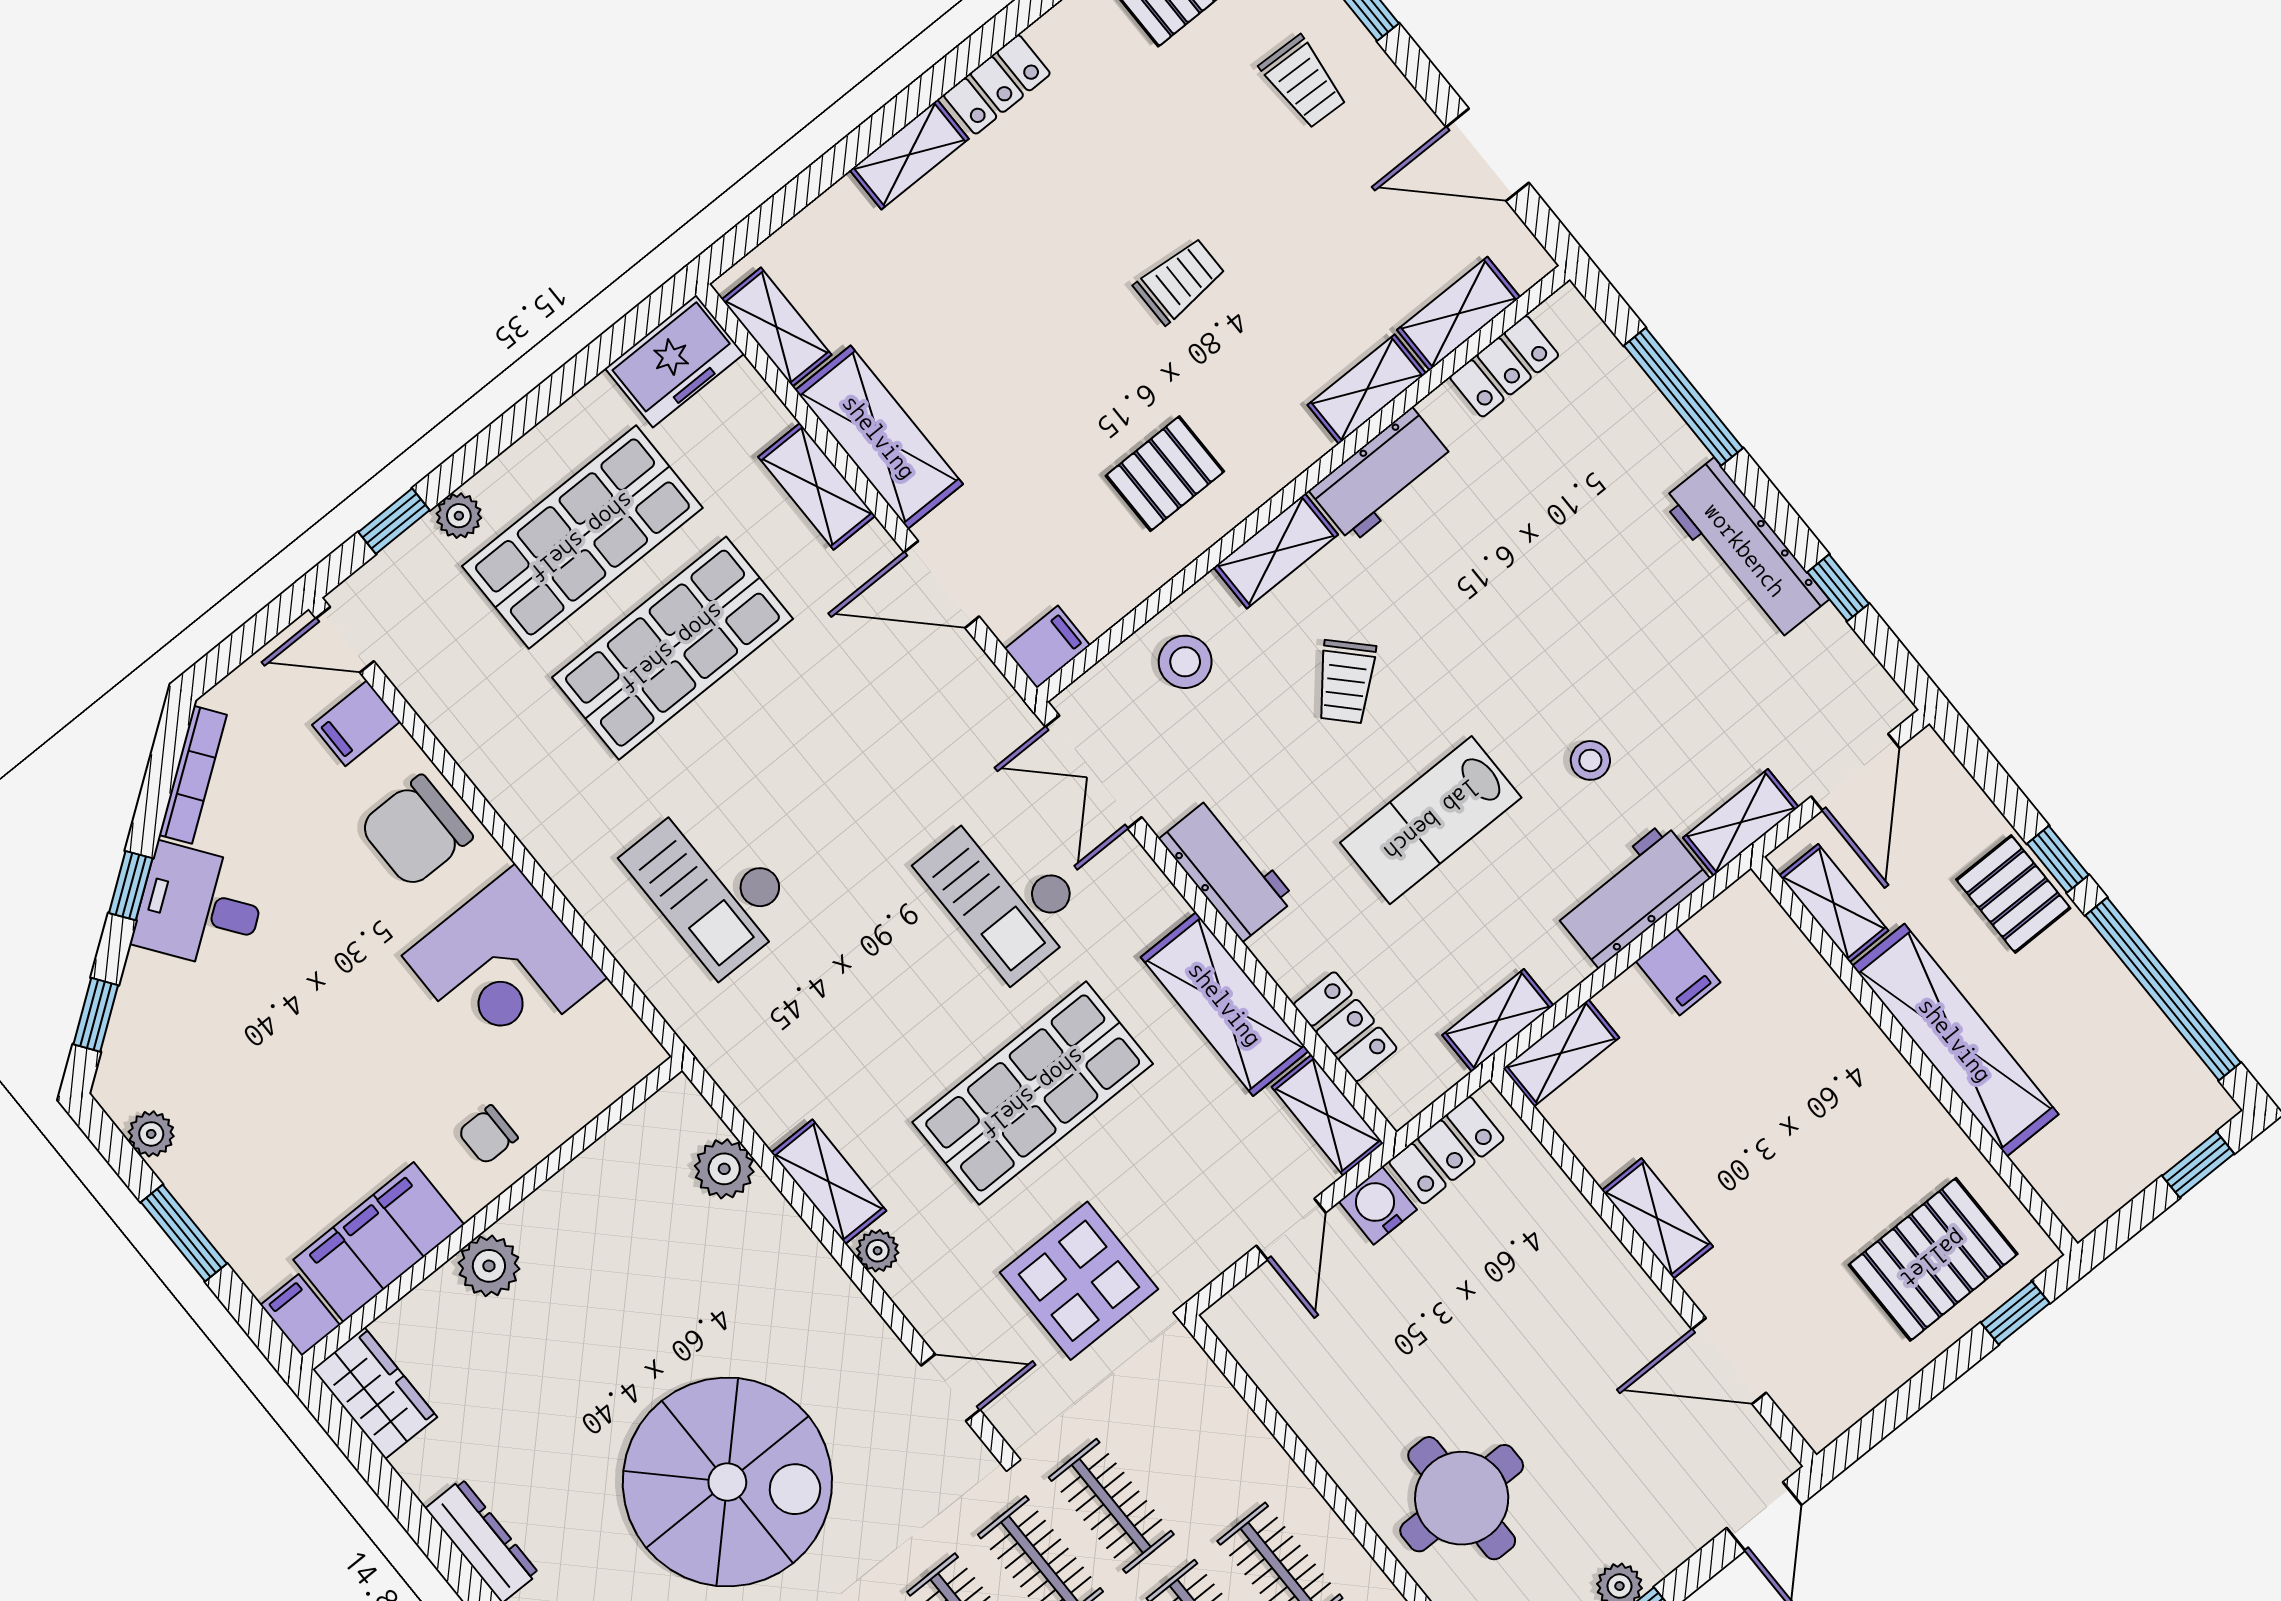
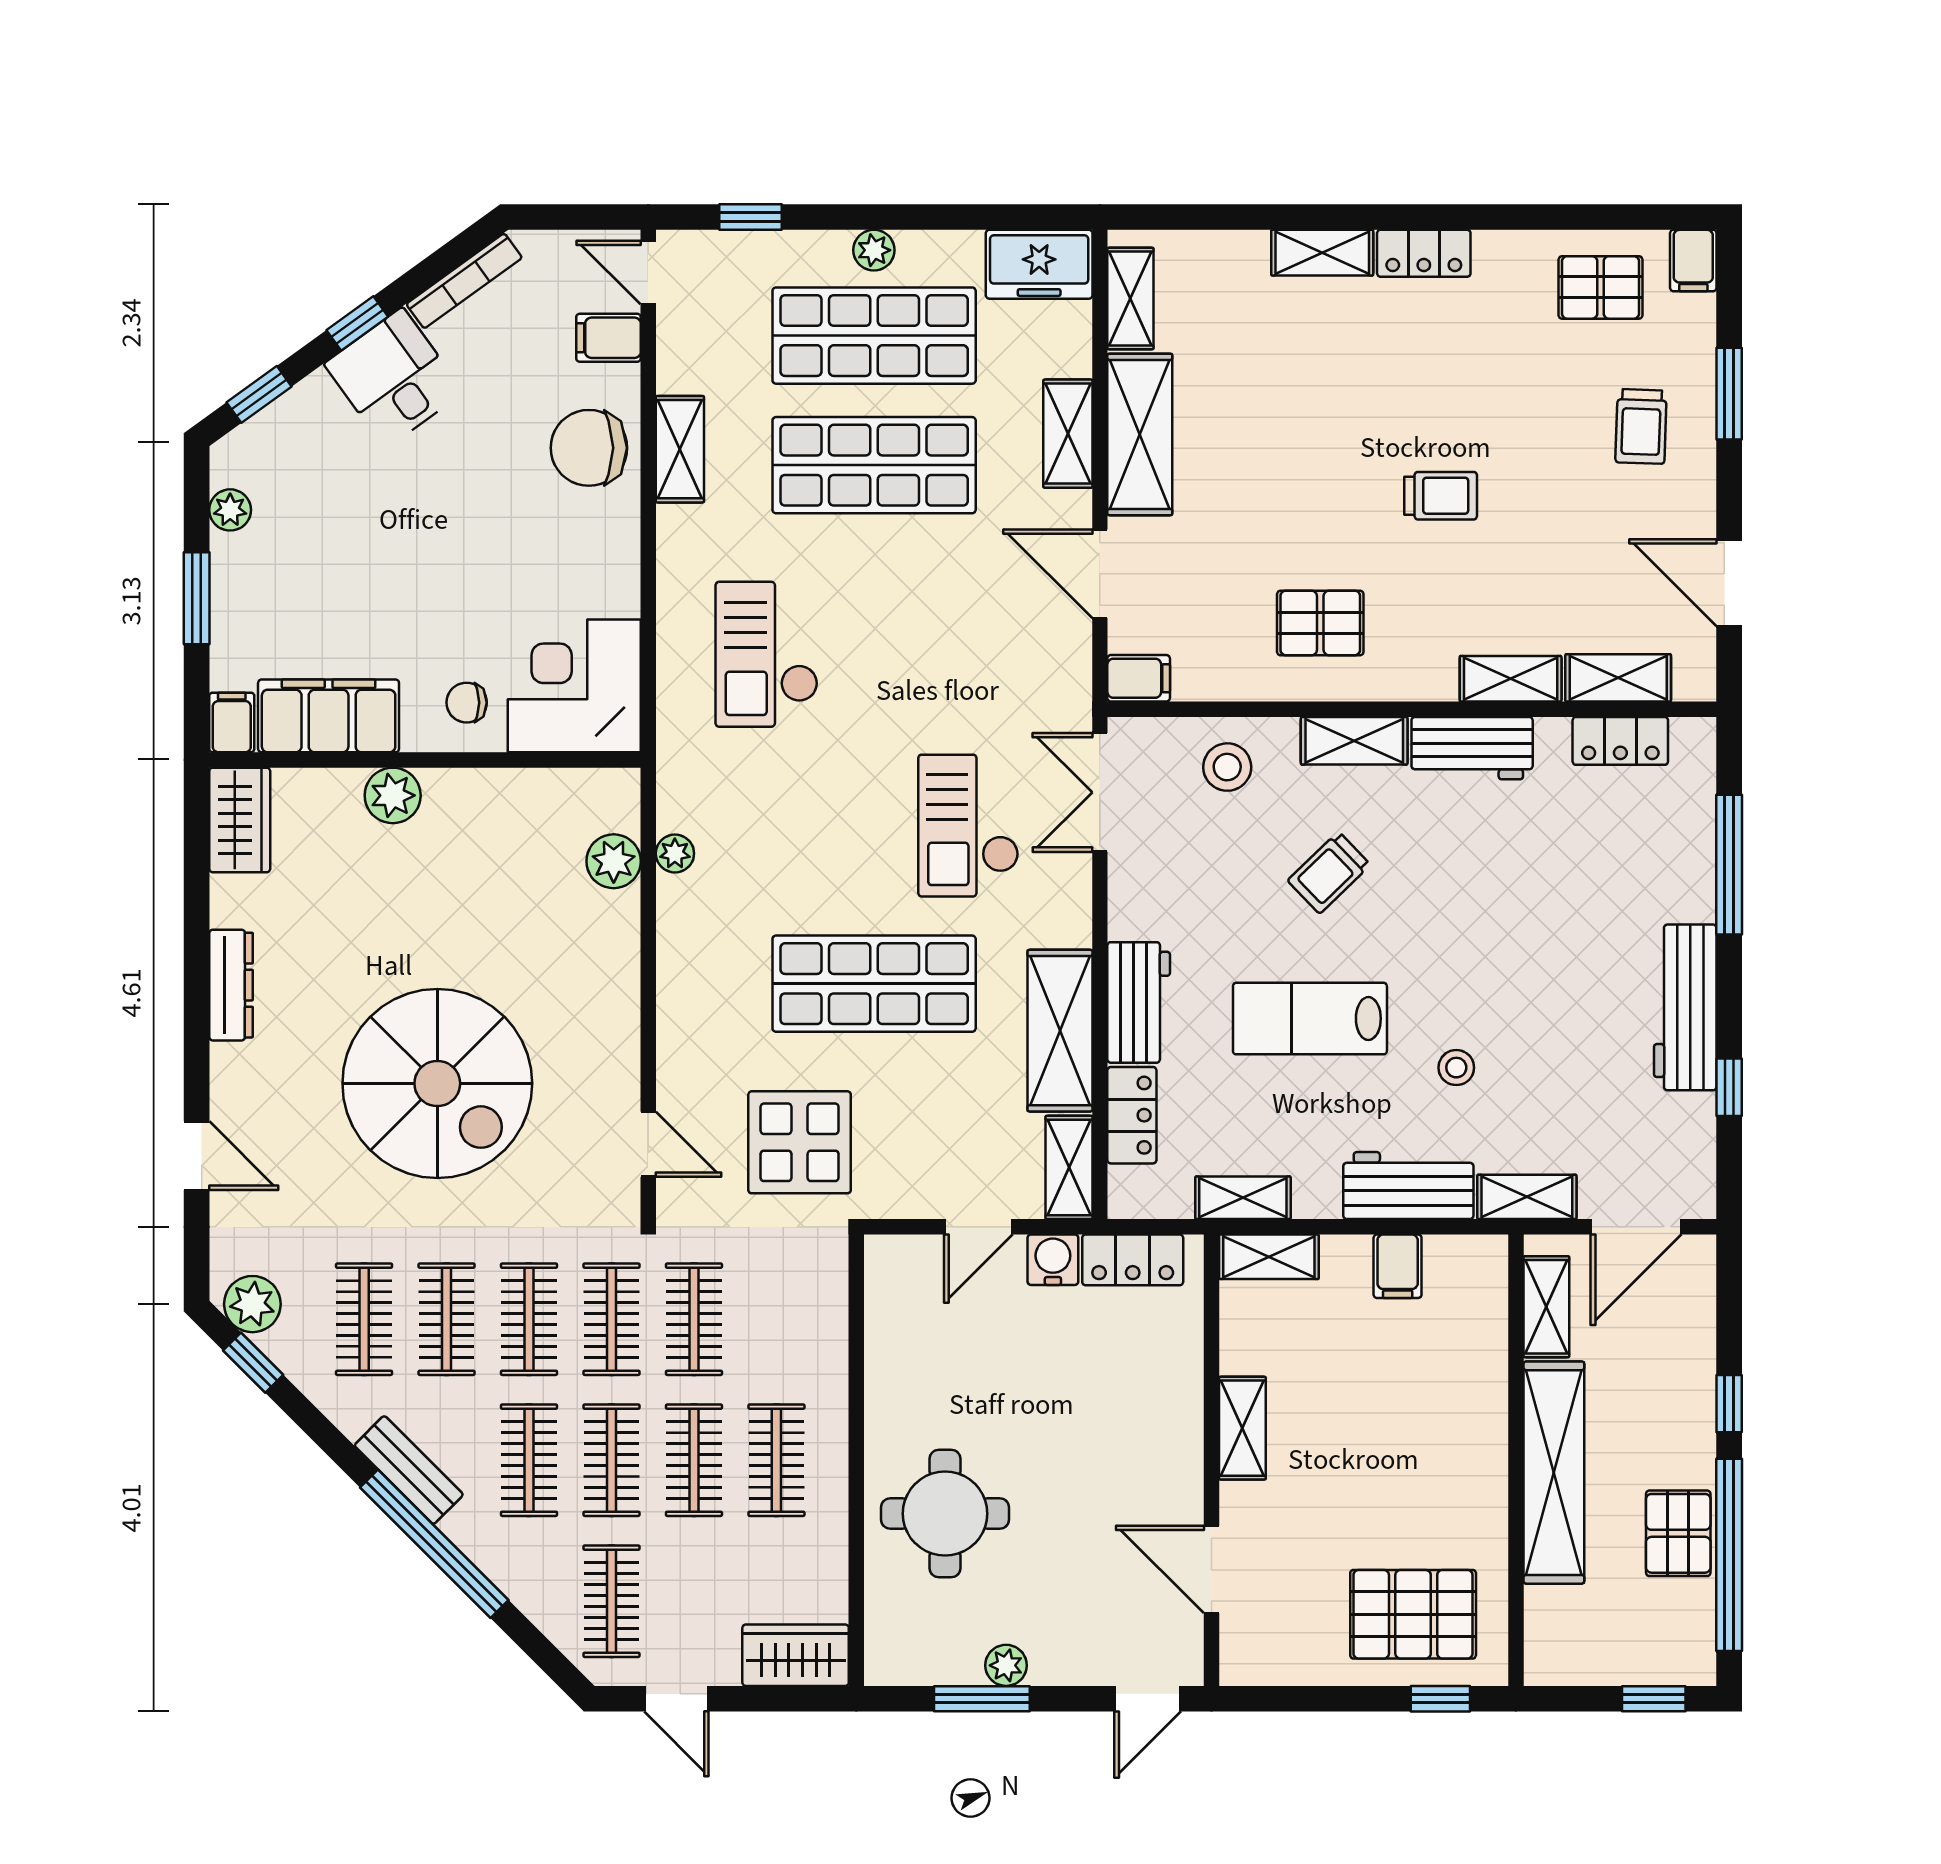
plant: (459, 516) -> (874, 250), moved
workbench: (1227, 869) -> (1139, 1002), moved
pallet: (2013, 894) -> (1678, 1533), moved
corner desk: (504, 967) -> (574, 686), moved, turned 90
shelving: (829, 1182) -> (680, 449), moved
plant: (878, 1251) -> (675, 853), moved

